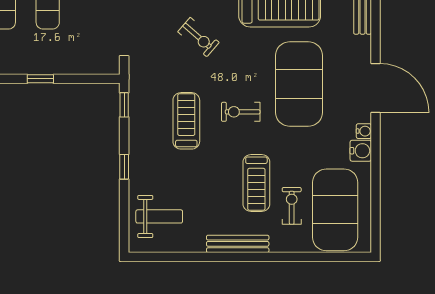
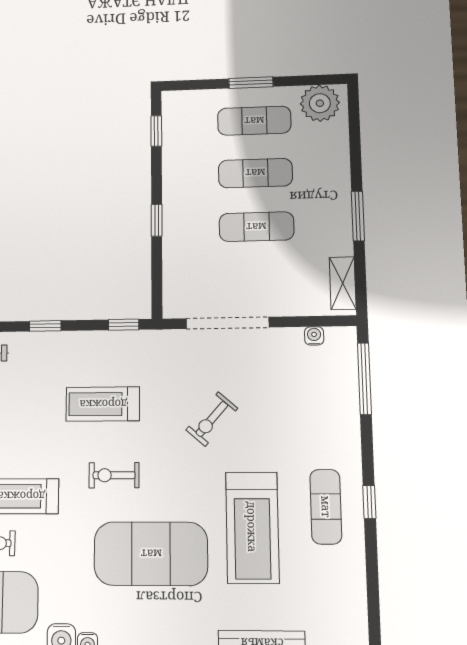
exercise bike: (241, 112) -> (114, 475), turned -90
treadmill: (186, 121) -> (103, 404), turned 180

